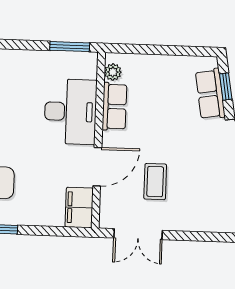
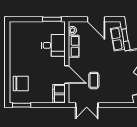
door: (164, 50) -> (96, 19), added
desk: (70, 112) -> (53, 45), width x0.73
door: (97, 167) -> (67, 75), hinge flipped

